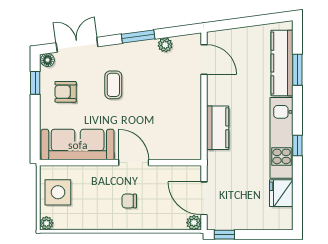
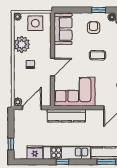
corner sofa: (176, 125) -> (74, 92), added
kitchen counter: (218, 128) -> (66, 116), width x1.50
sofa: (78, 145) -> (63, 29), width x0.73
plant: (94, 216) -> (22, 44), added
window: (224, 235) -> (11, 144), moved

